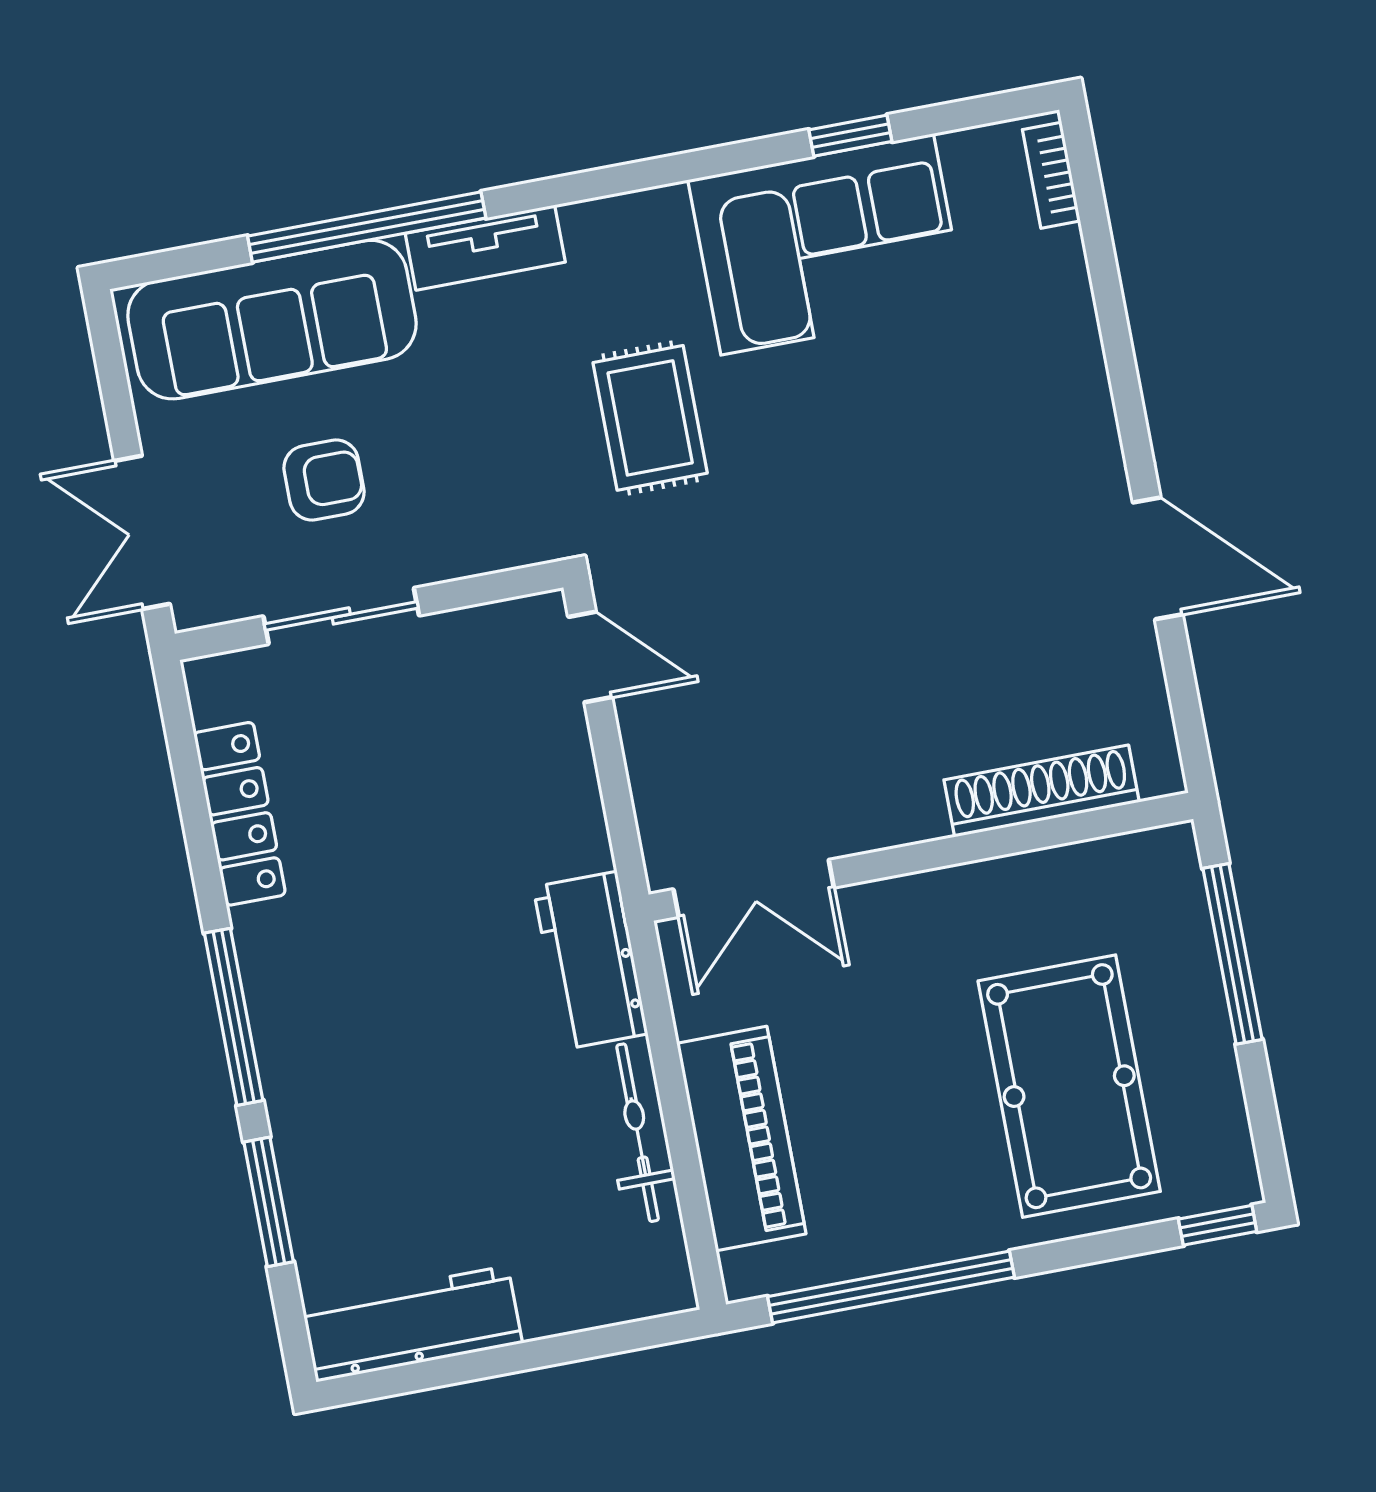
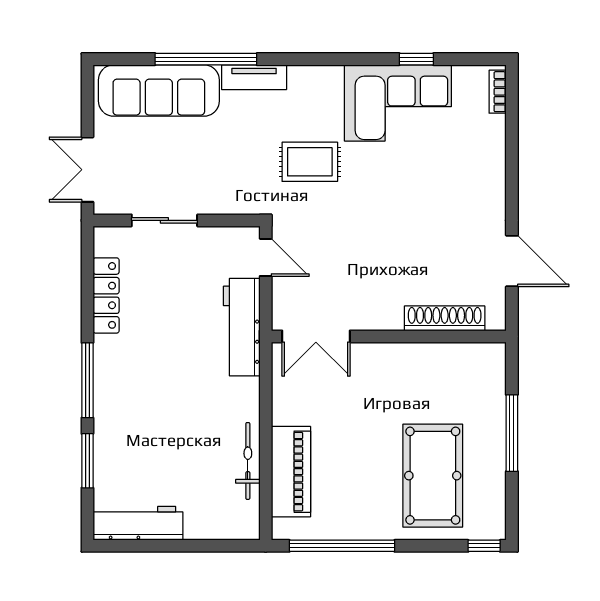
rug: (650, 418) -> (310, 162), turned 90
armchair: (324, 480) -> (168, 162), removed
shoe rack: (1042, 791) -> (445, 318), moved
wall: (921, 857) -> (389, 336), moved
double door: (754, 888) -> (316, 336), moved
workbench: (590, 960) -> (242, 327), moved, width x1.38

